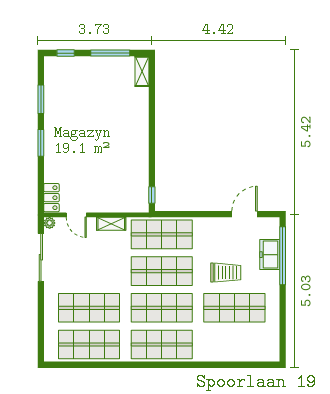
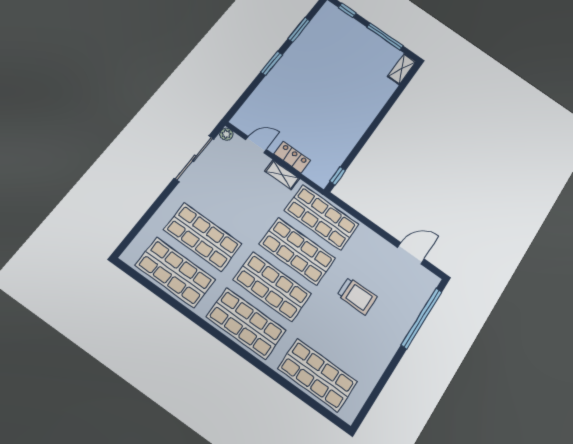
locker: (51, 198) -> (292, 157), moved, turned -90
door: (76, 215) -> (256, 145), swing flipped
freezer: (270, 255) -> (410, 308), removed
shop shelf: (234, 308) -> (317, 375), moved

